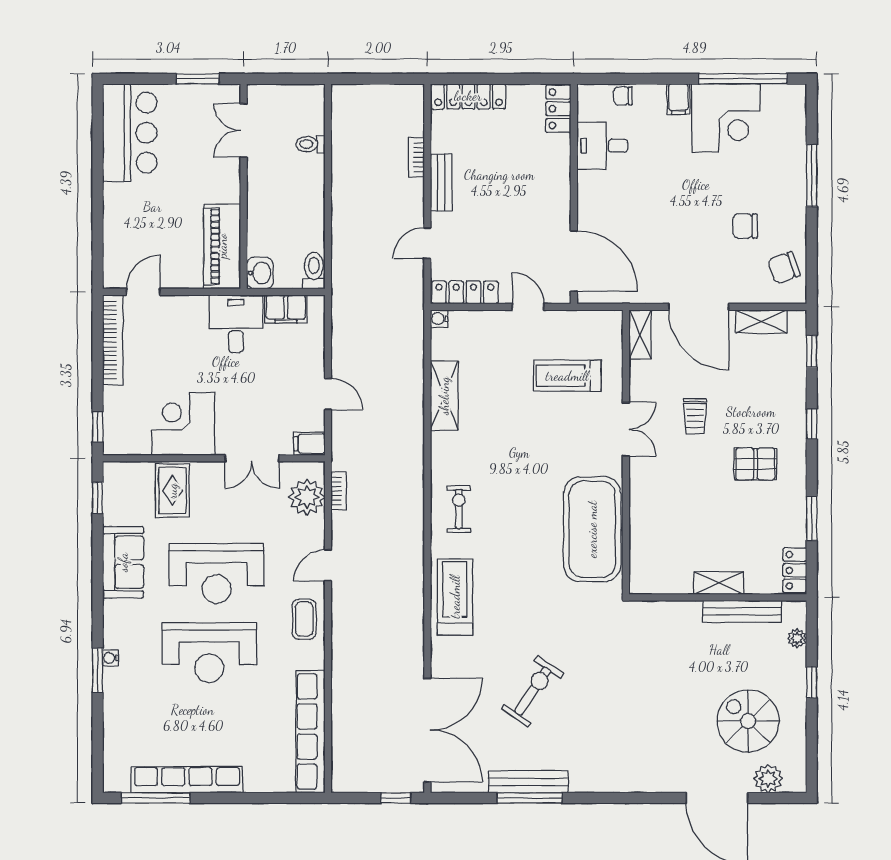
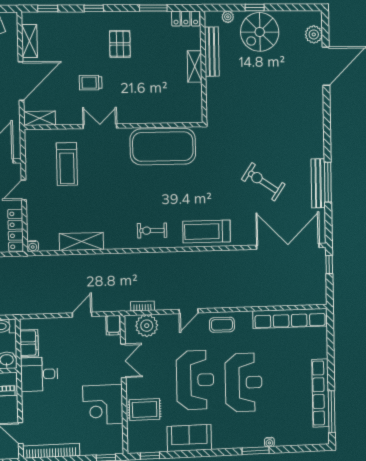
trolley: (695, 416) -> (91, 83), turned 180
door: (328, 565) -> (189, 311), hinge flipped
water cooler: (110, 658) -> (269, 442), moved
spiral stairs: (748, 721) -> (260, 32), moved

